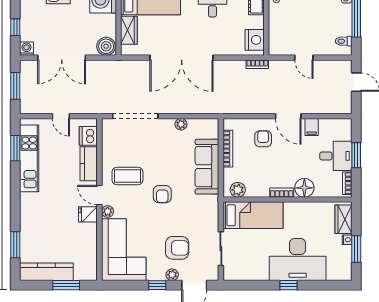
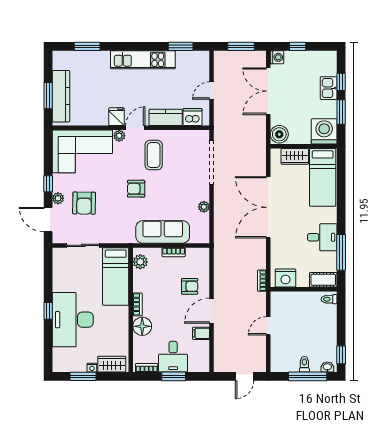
toilet: (344, 41) -> (304, 364), moved
bookcase: (228, 149) -> (174, 252), width x0.64
kitchen unit: (29, 158) -> (143, 60), moved
kitchen counter: (46, 272) -> (61, 96), moved

